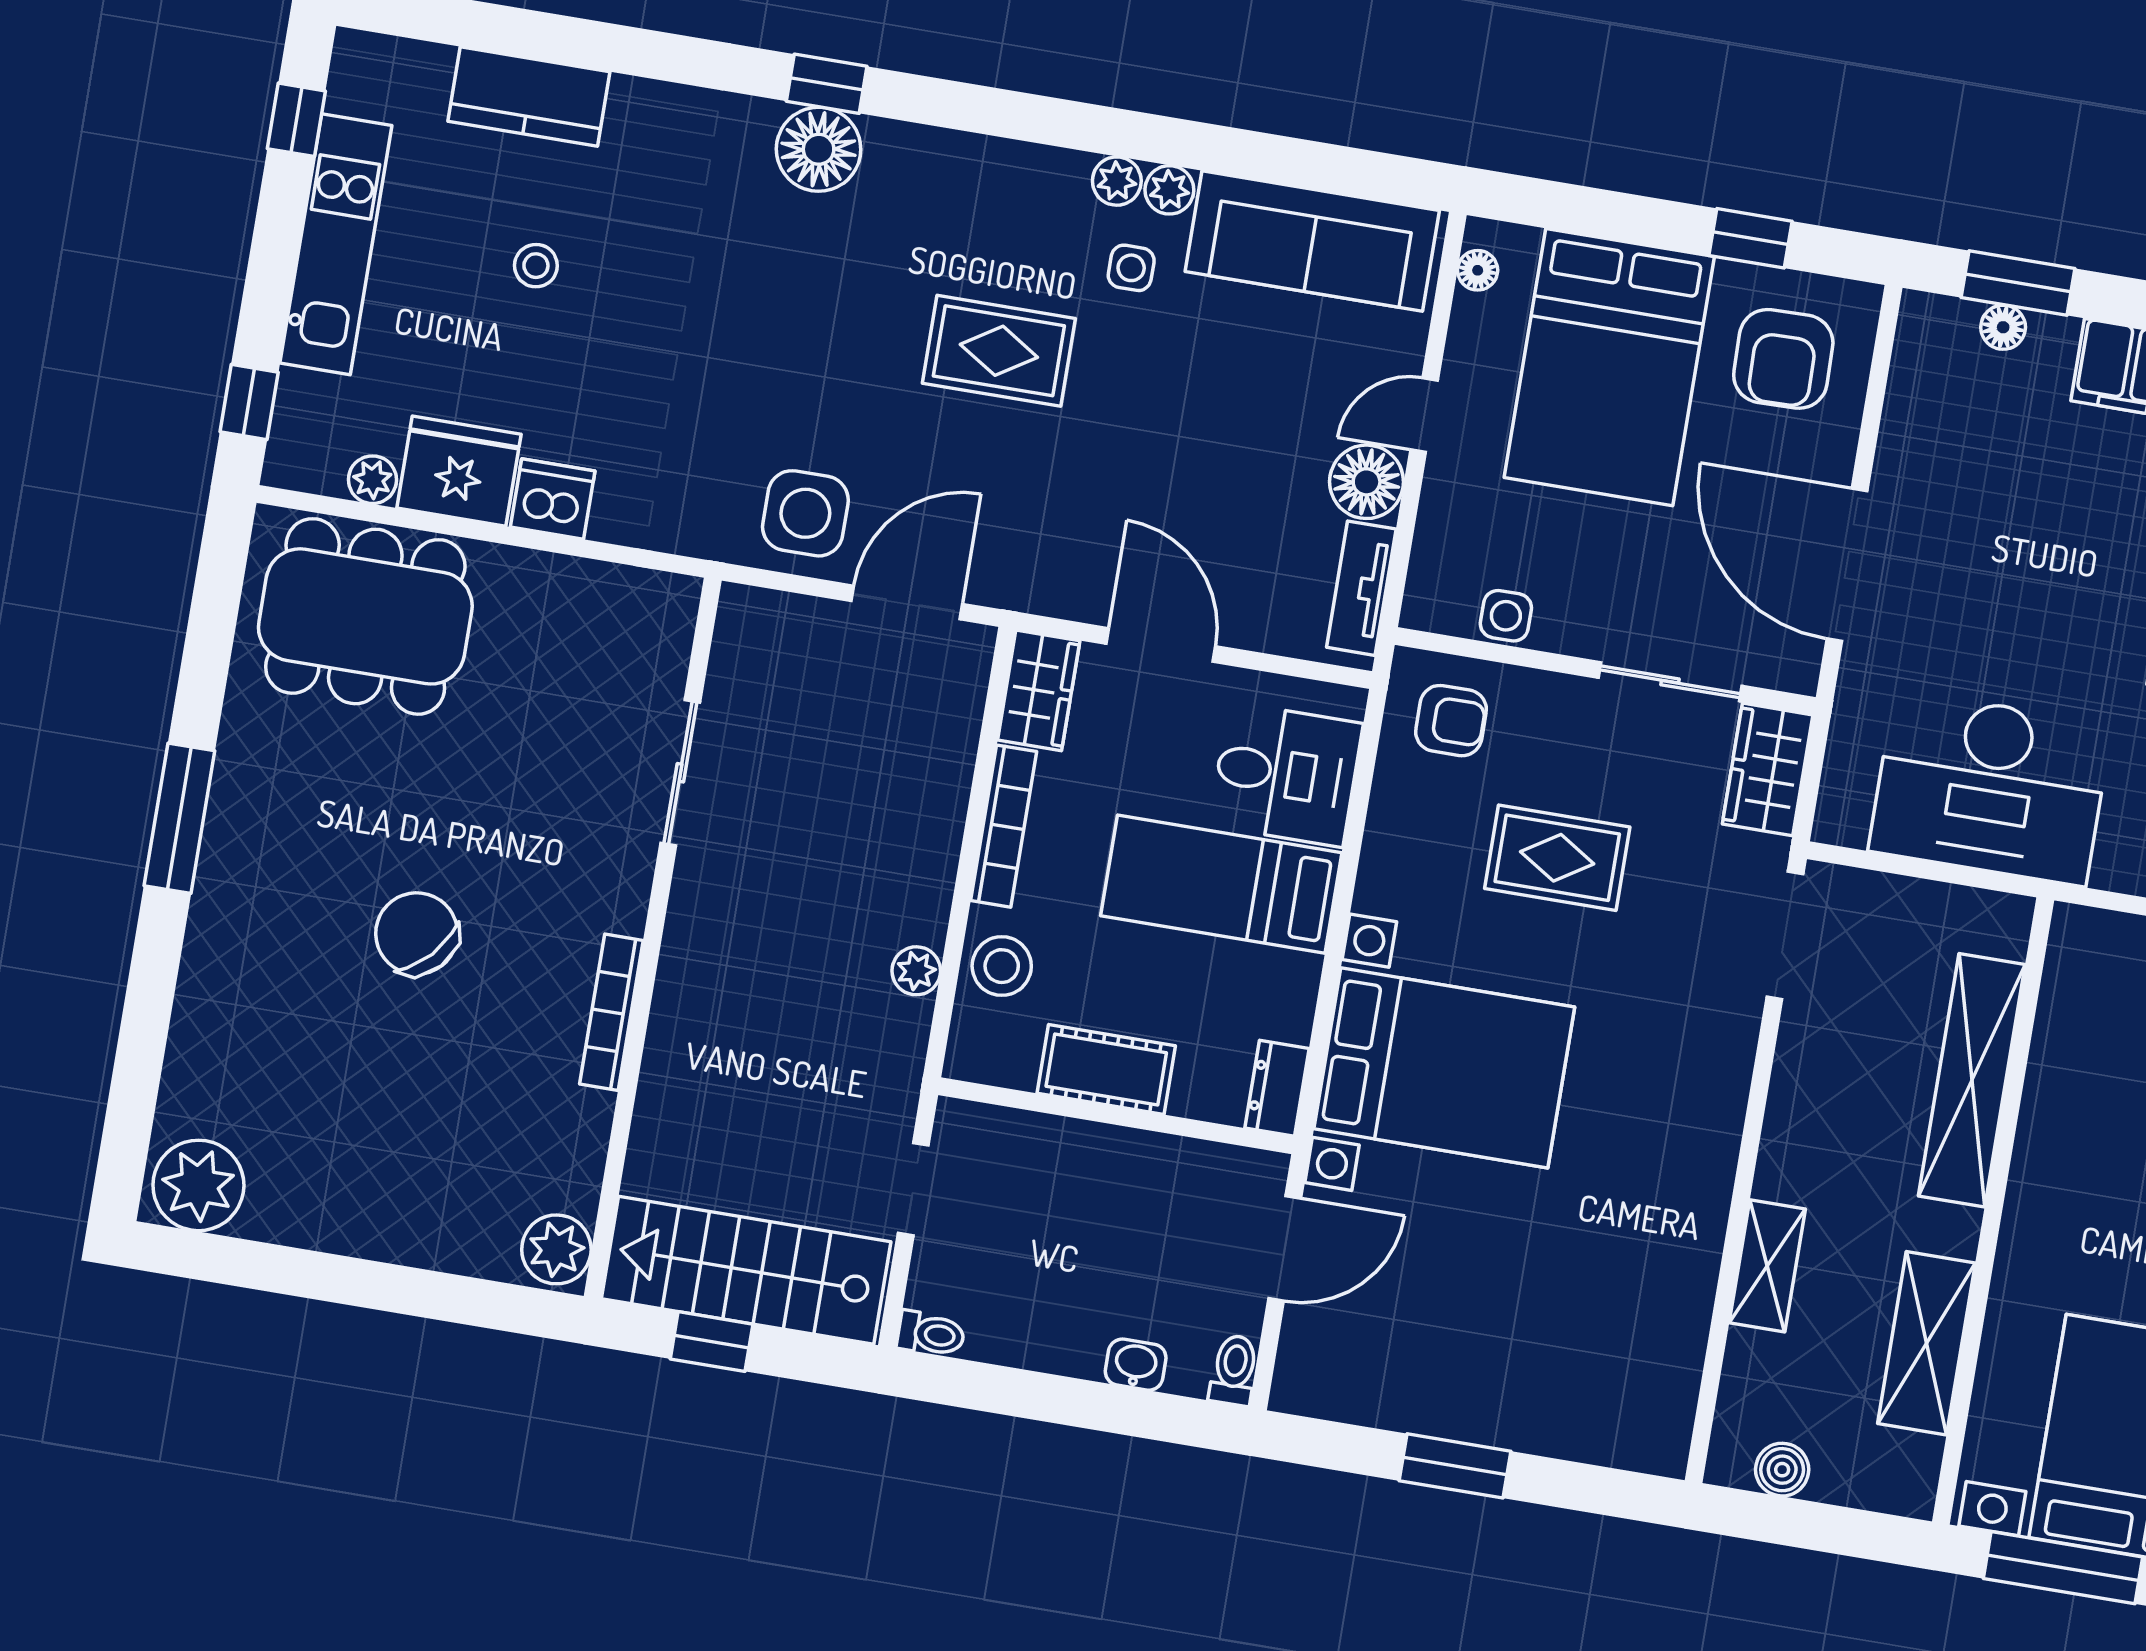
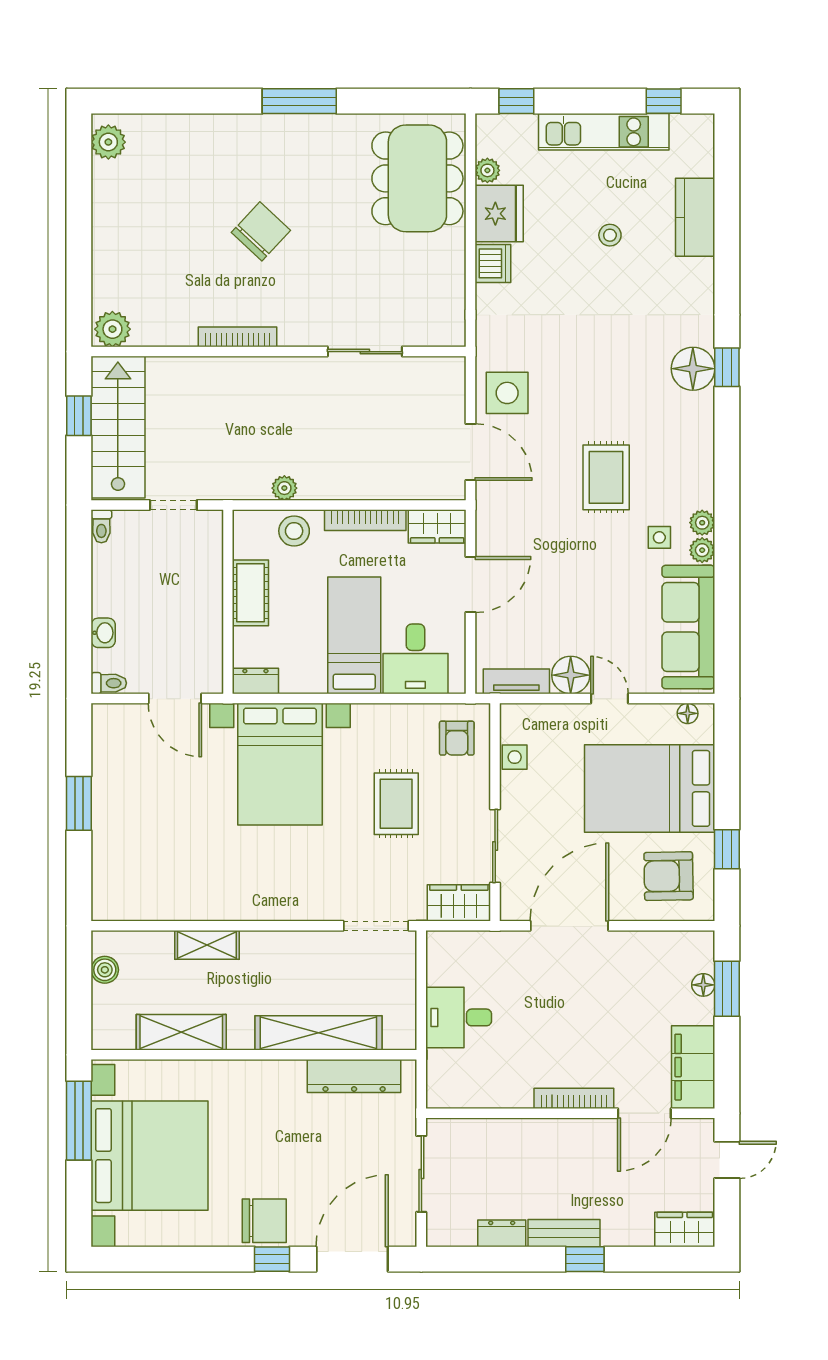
desk: (1990, 788) -> (459, 1017), width x0.53, depth x0.77
dresser: (2066, 1026) -> (354, 1076), added
plant: (198, 1185) -> (108, 142), width x0.73, depth x0.73

